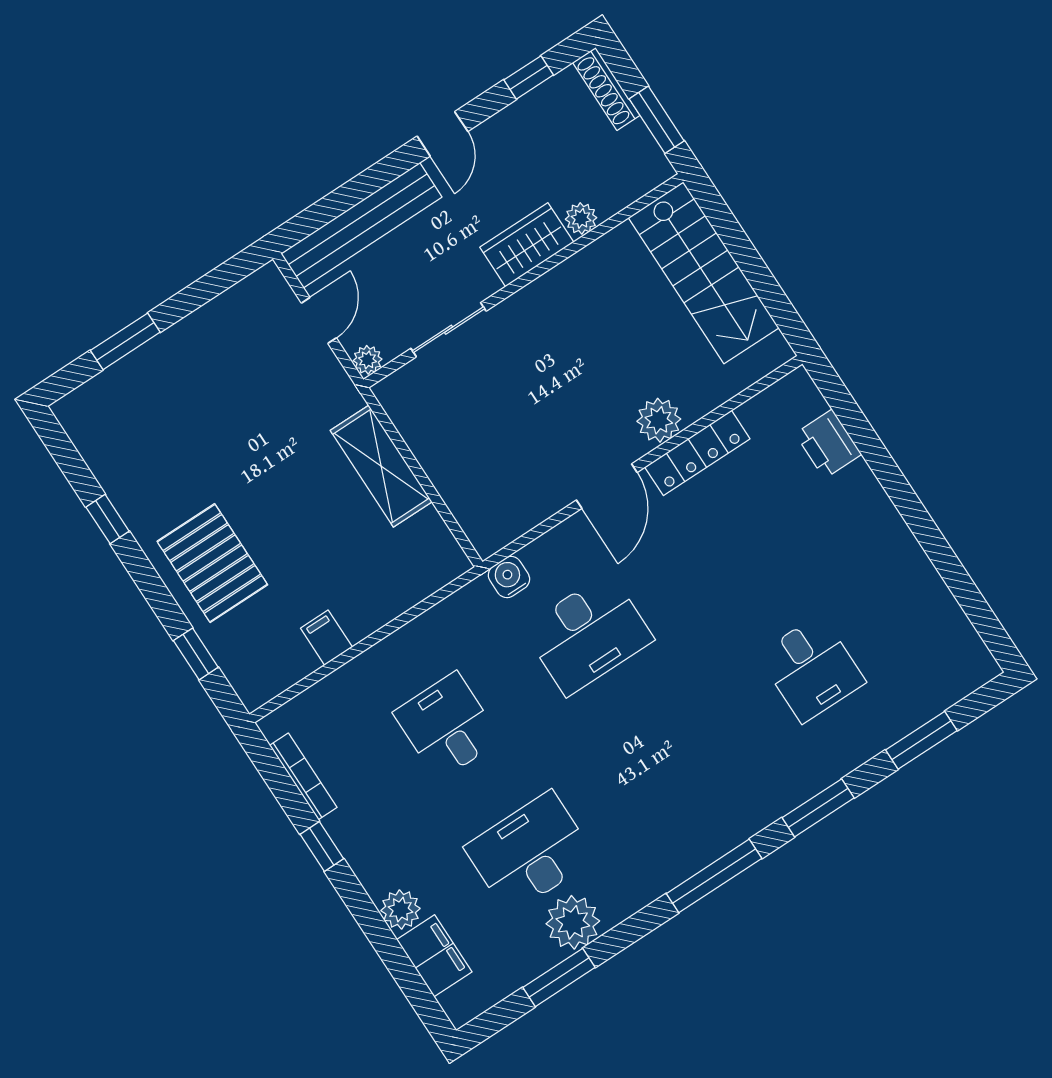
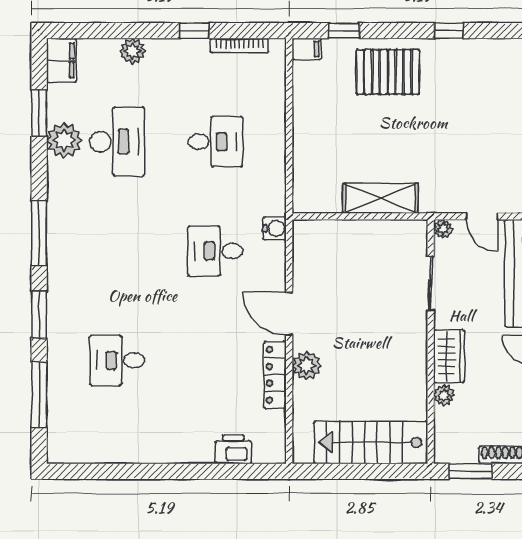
desk: (588, 634) -> (216, 251), width x0.73
filing cabinet: (326, 638) -> (307, 49), moved
window: (921, 740) -> (39, 395), width x1.44
filing cabinet: (434, 956) -> (61, 60), moved, turned -90

